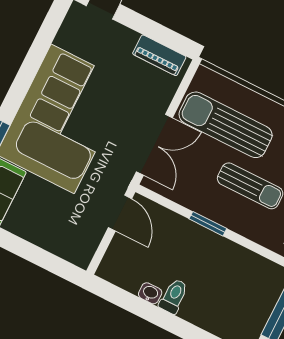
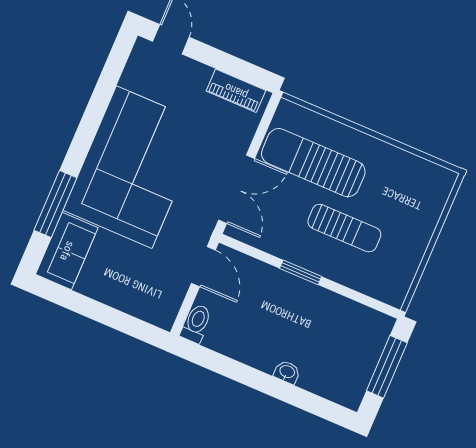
washbasin: (150, 293) -> (287, 372), moved
toilet: (174, 296) -> (196, 324), moved

